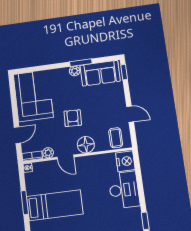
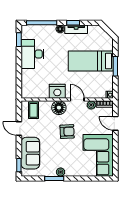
sofa: (100, 73) -> (30, 153), moved, turned 90
armchair: (73, 118) -> (67, 132), turned -95
door: (17, 135) -> (115, 123), hinge flipped
nightstand: (125, 161) -> (57, 91), moved, turned -90
desk: (124, 190) -> (32, 54), moved

